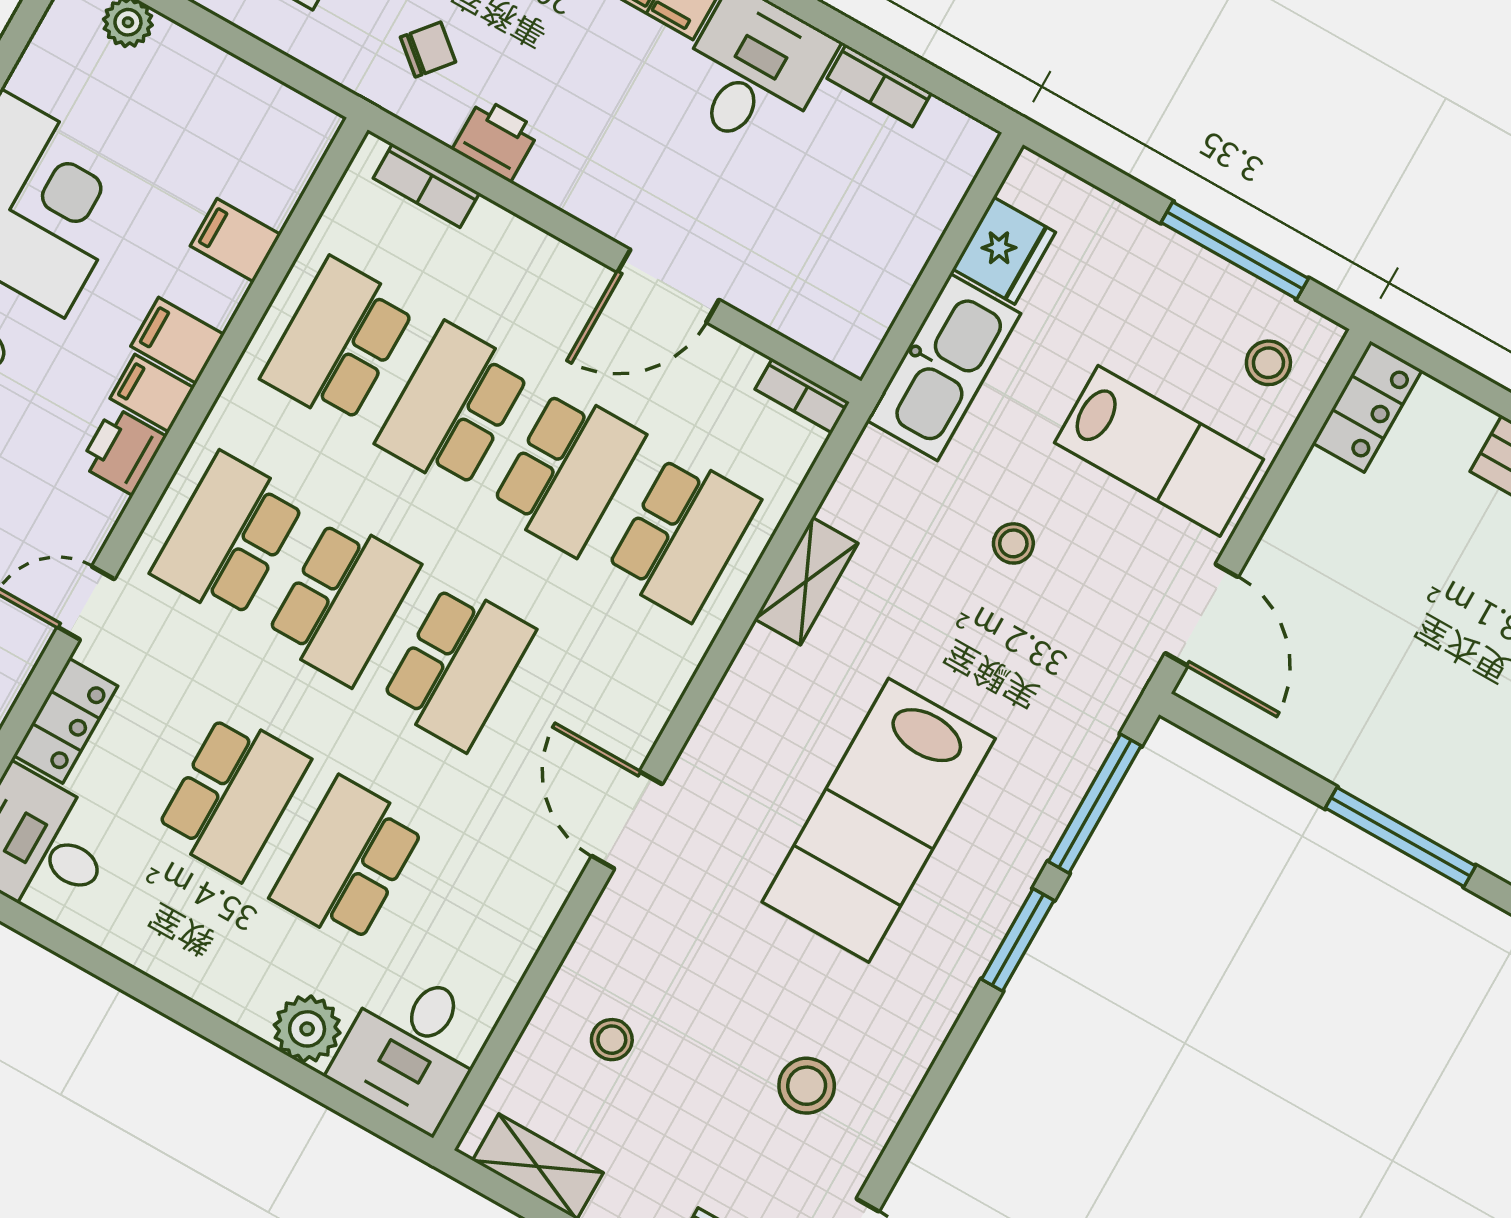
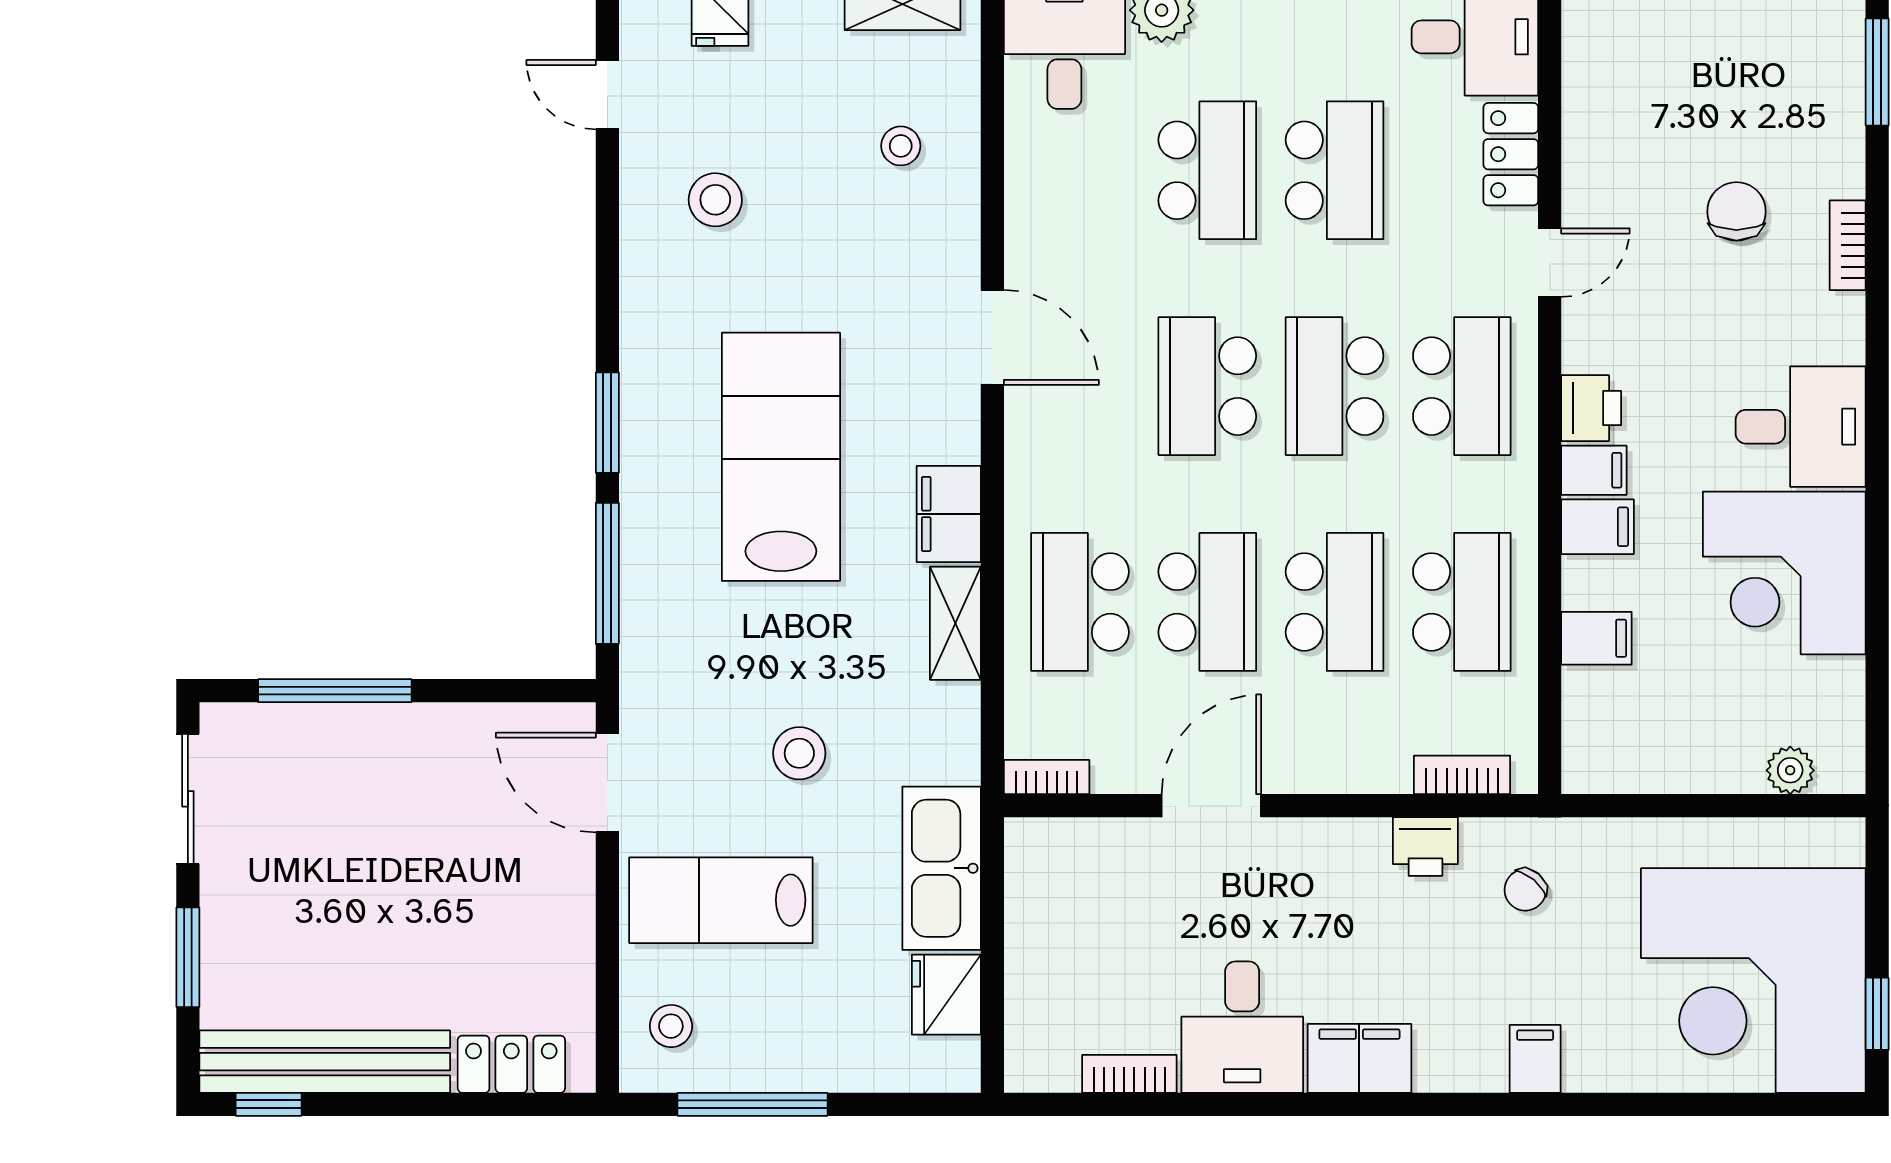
locker: (1367, 407) -> (511, 1064), moved, turned 90
school desk: (568, 472) -> (1207, 602), turned 180
stool: (1013, 543) -> (799, 753), width x1.37, depth x1.37
filing cabinet: (756, 683) -> (949, 514), added
school desk: (233, 796) -> (1335, 170), turned 180

